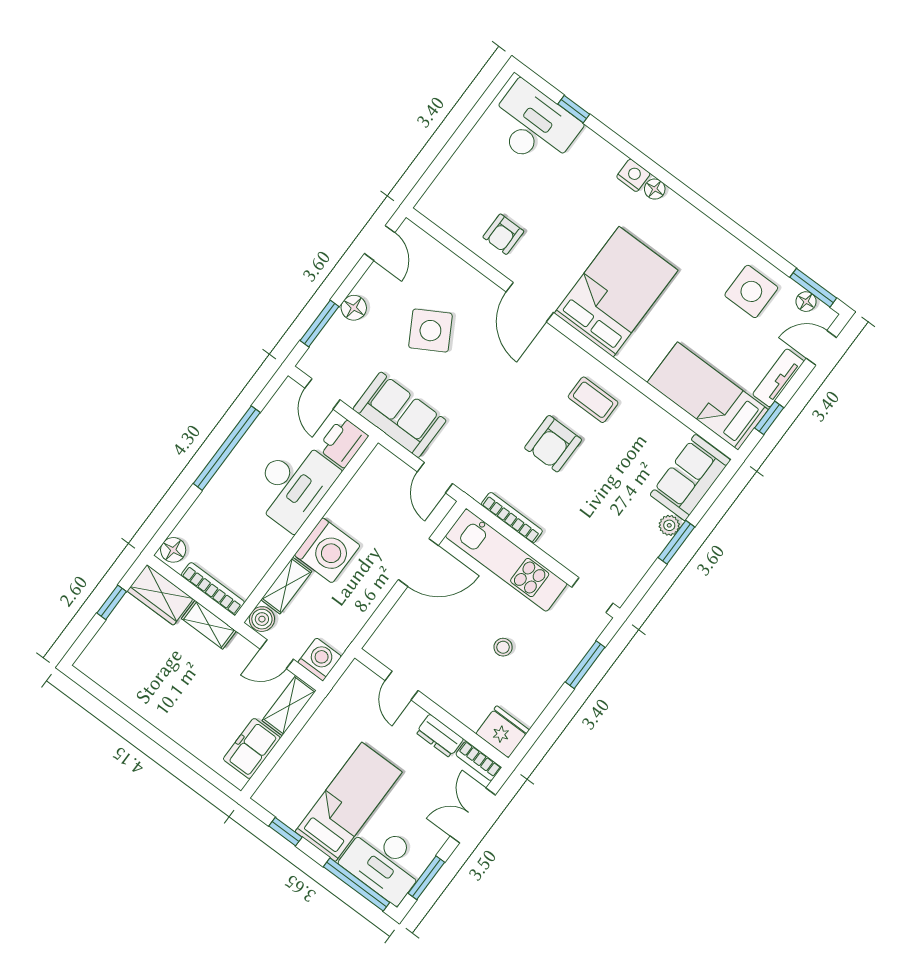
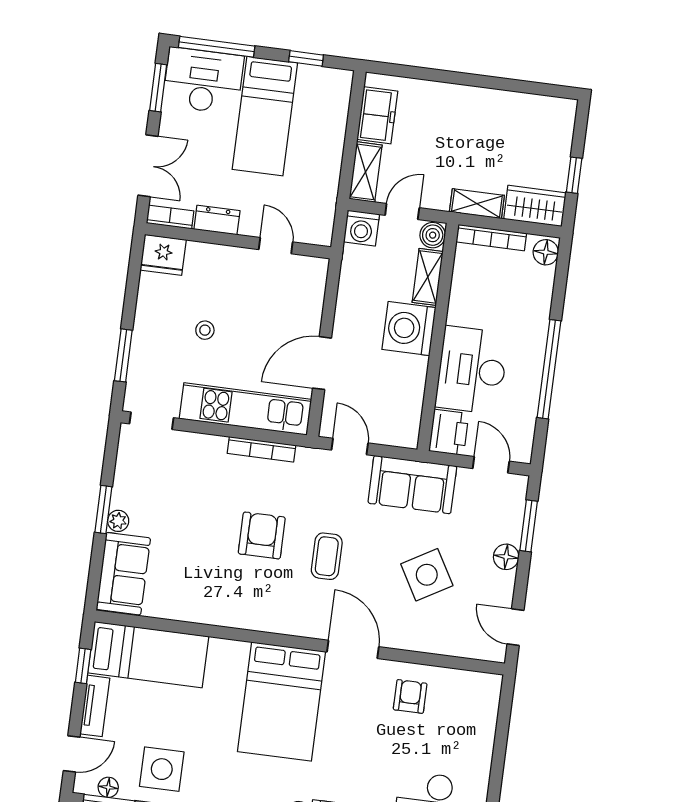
coffee table: (593, 400) -> (327, 556), moved, turned 90

